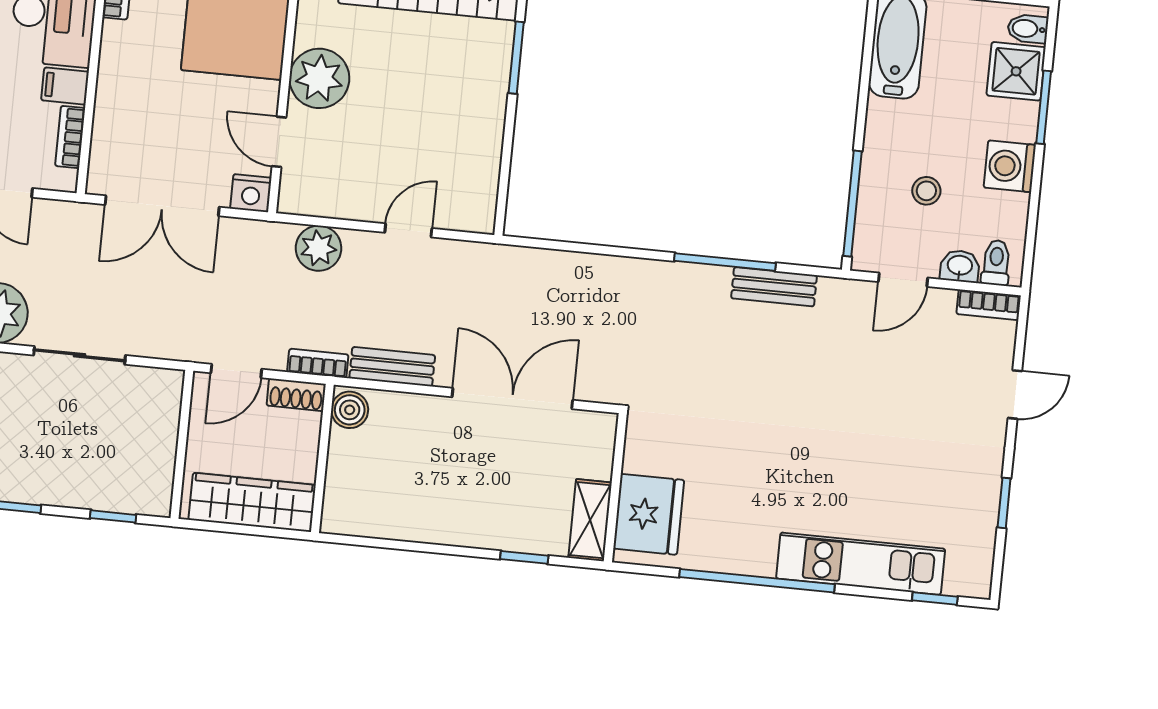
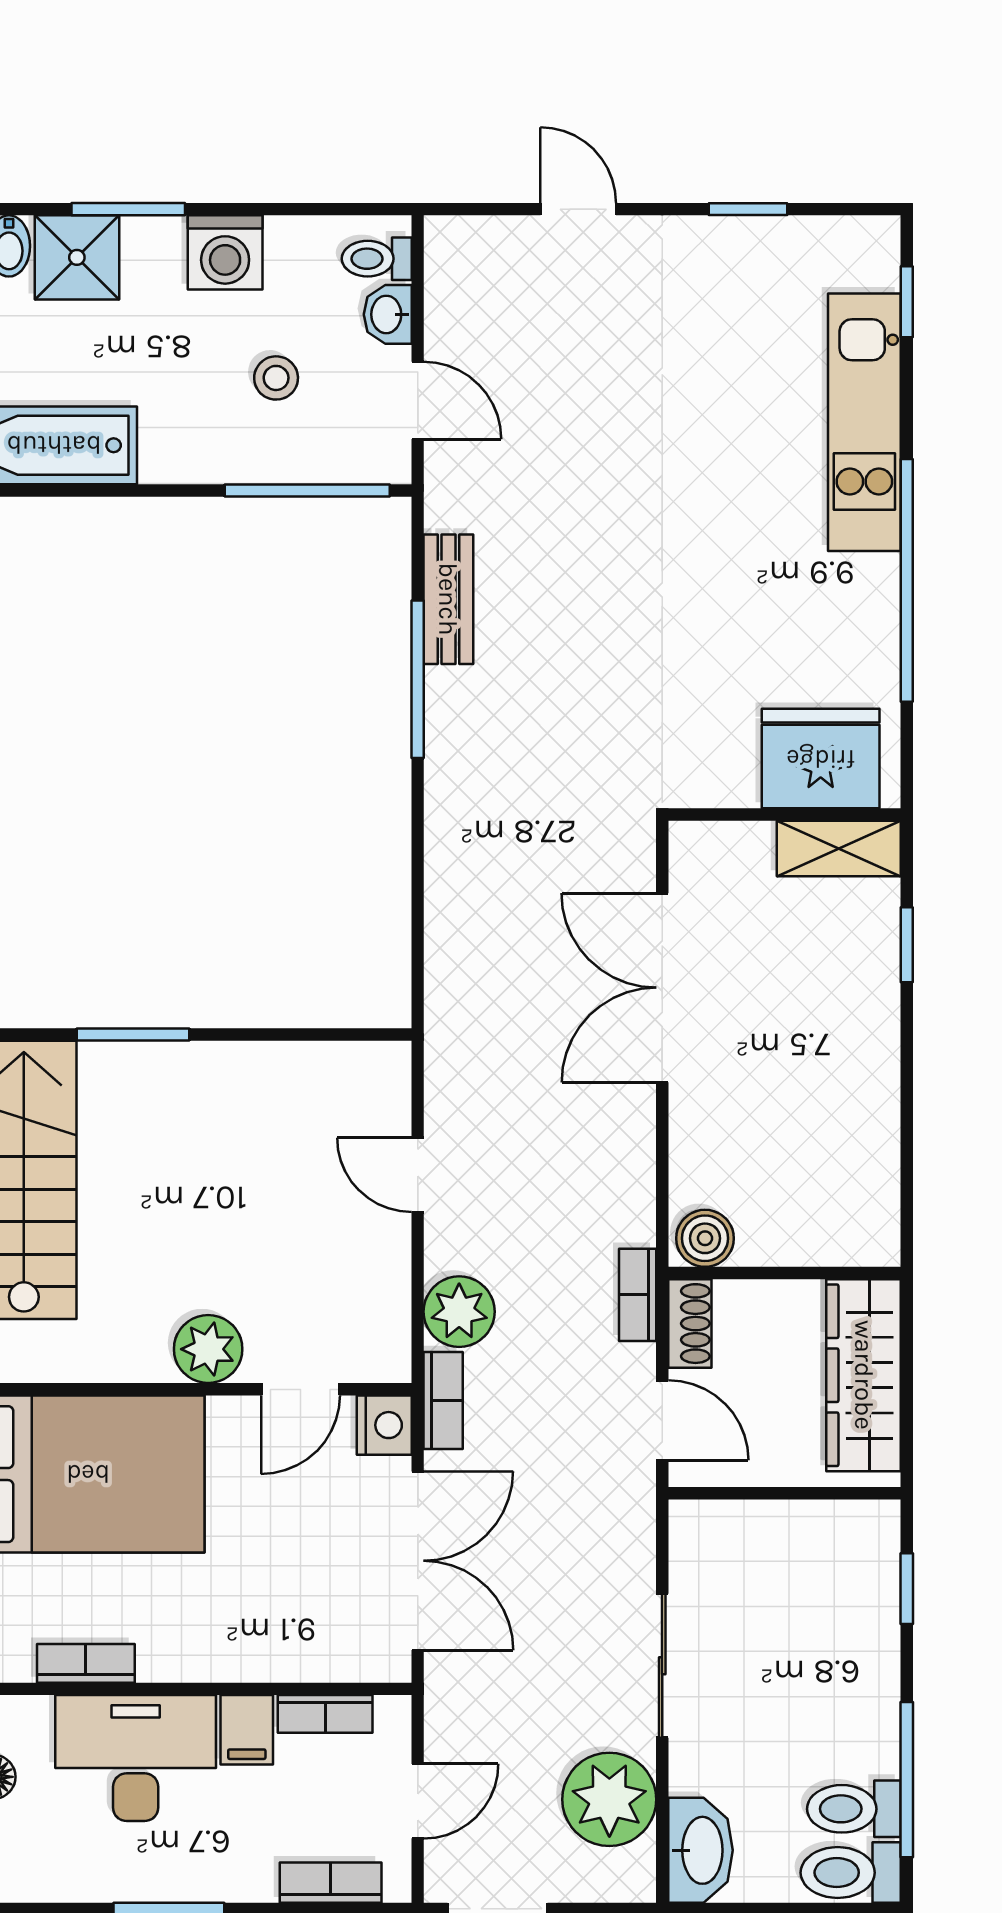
plant: (319, 78) -> (208, 1349), width x0.73, depth x0.73
bookcase: (989, 305) -> (443, 1401), moved
bench: (392, 367) -> (631, 1179), removed

